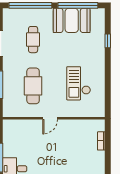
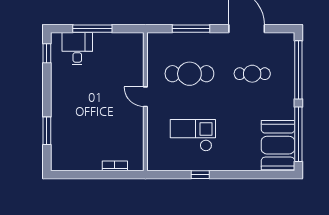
booth: (72, 20) -> (278, 145), moved
window: (108, 41) -> (200, 175), moved

